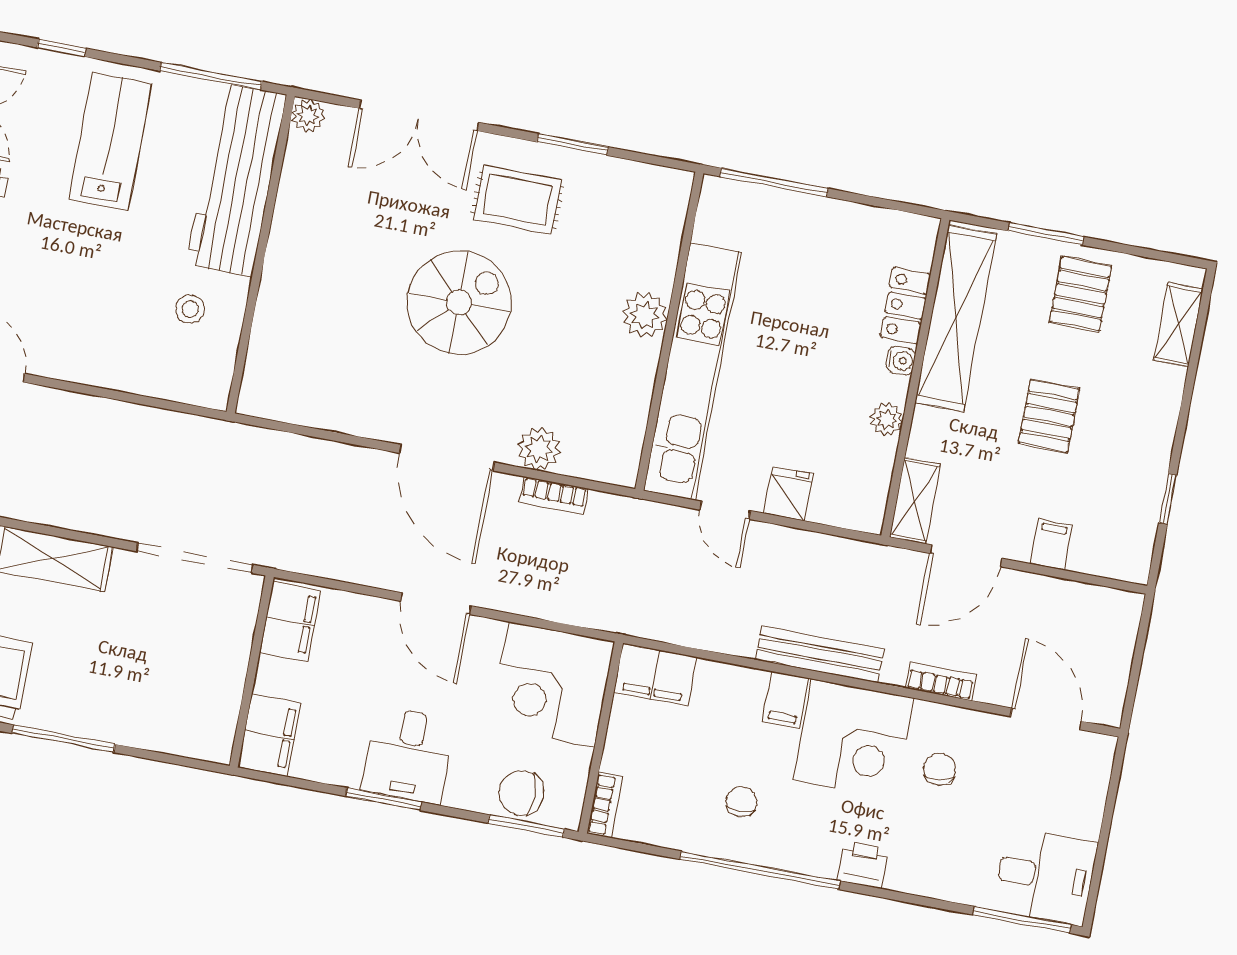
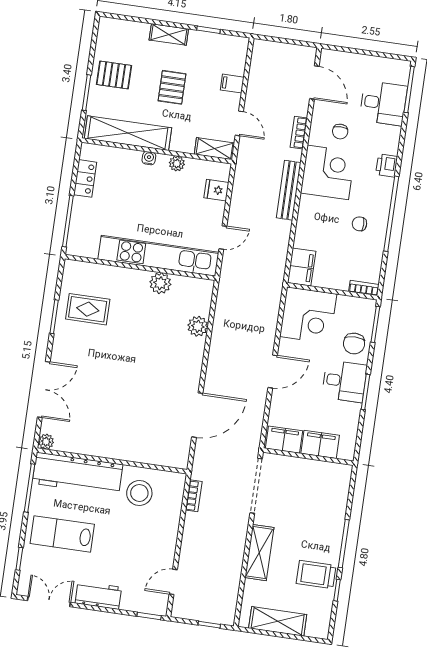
rug: (517, 200) -> (88, 309), moved, turned 90
spiral stairs: (459, 302) -> (131, 367), removed
locker: (905, 305) -> (85, 178), moved, turned -90
stool: (190, 309) -> (139, 493), width x1.89, depth x1.89
plant: (645, 315) -> (160, 283), moved
shelving: (1178, 325) -> (169, 34), moved
pallet: (1049, 416) -> (172, 87), turned 90
door: (447, 458) -> (197, 415), moved
fridge: (789, 494) -> (216, 190), moved
bookcase: (554, 495) -> (194, 496), moved
door: (966, 556) -> (239, 123), width x0.73
filing cabinet: (786, 700) -> (311, 205), removed
door: (1046, 719) -> (314, 82), swing flipped
filing cabinet: (269, 735) -> (320, 444), moved
chair: (939, 769) -> (340, 132), turned -82
chair: (521, 793) -> (354, 344), moved
desk: (1045, 876) -> (383, 103), moved, turned 90

